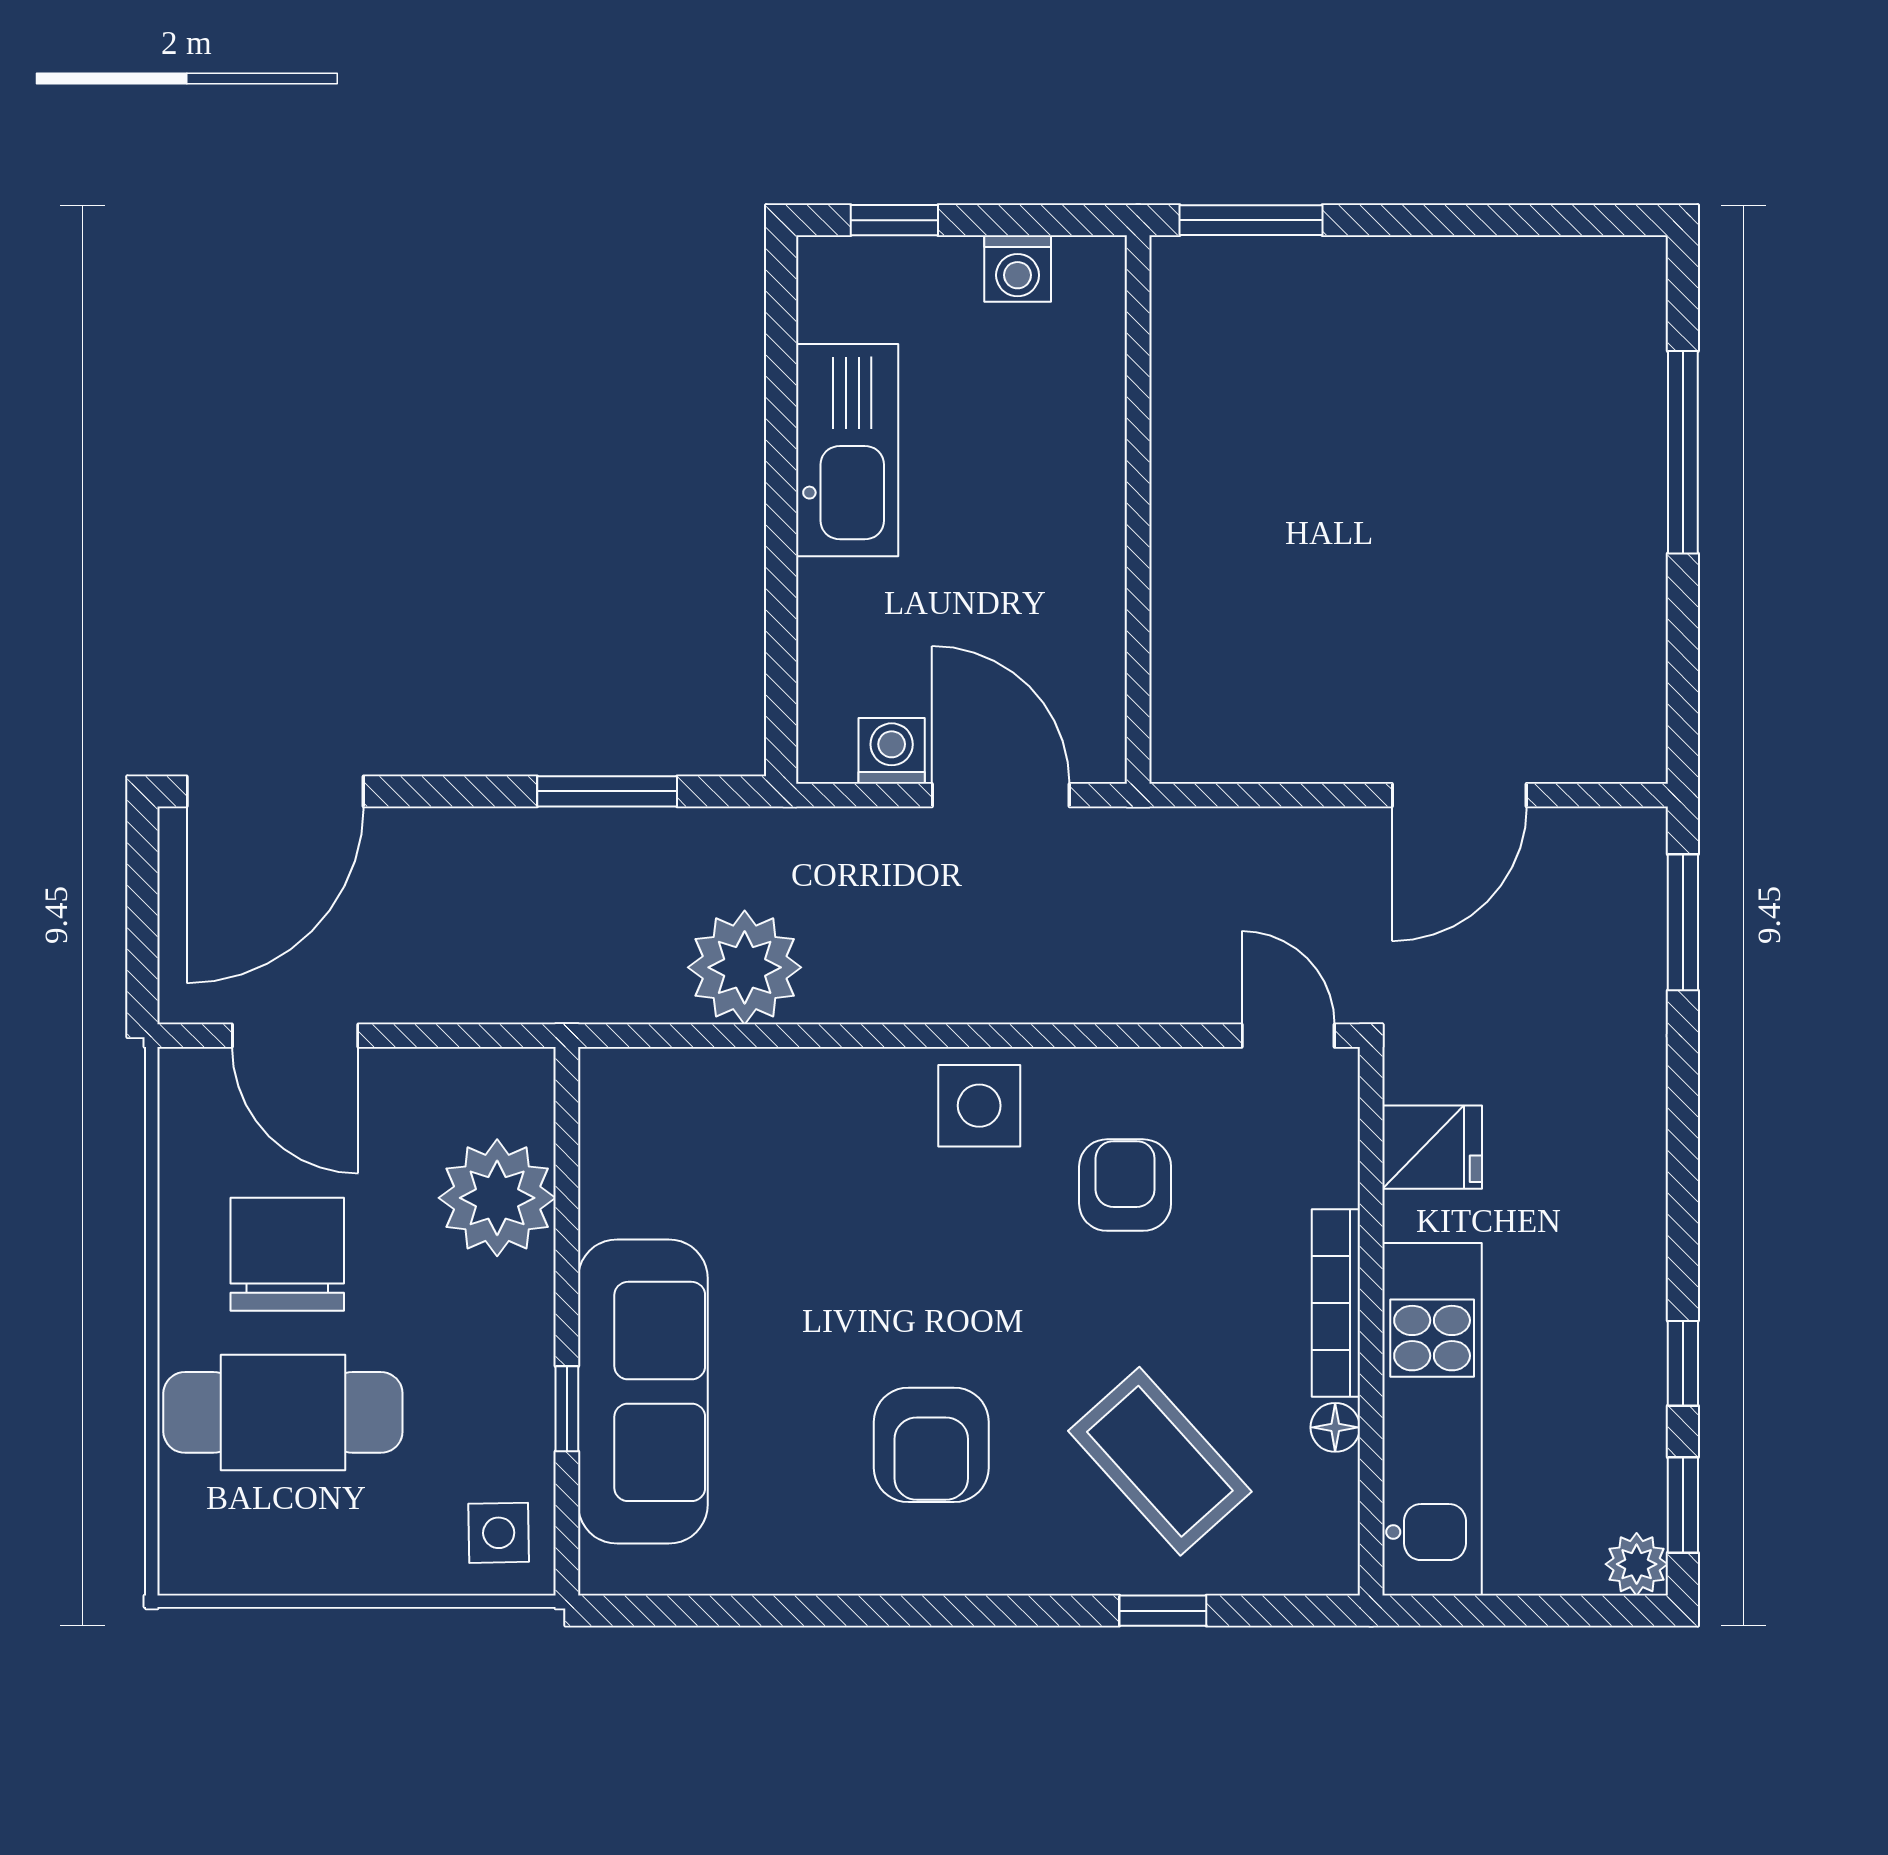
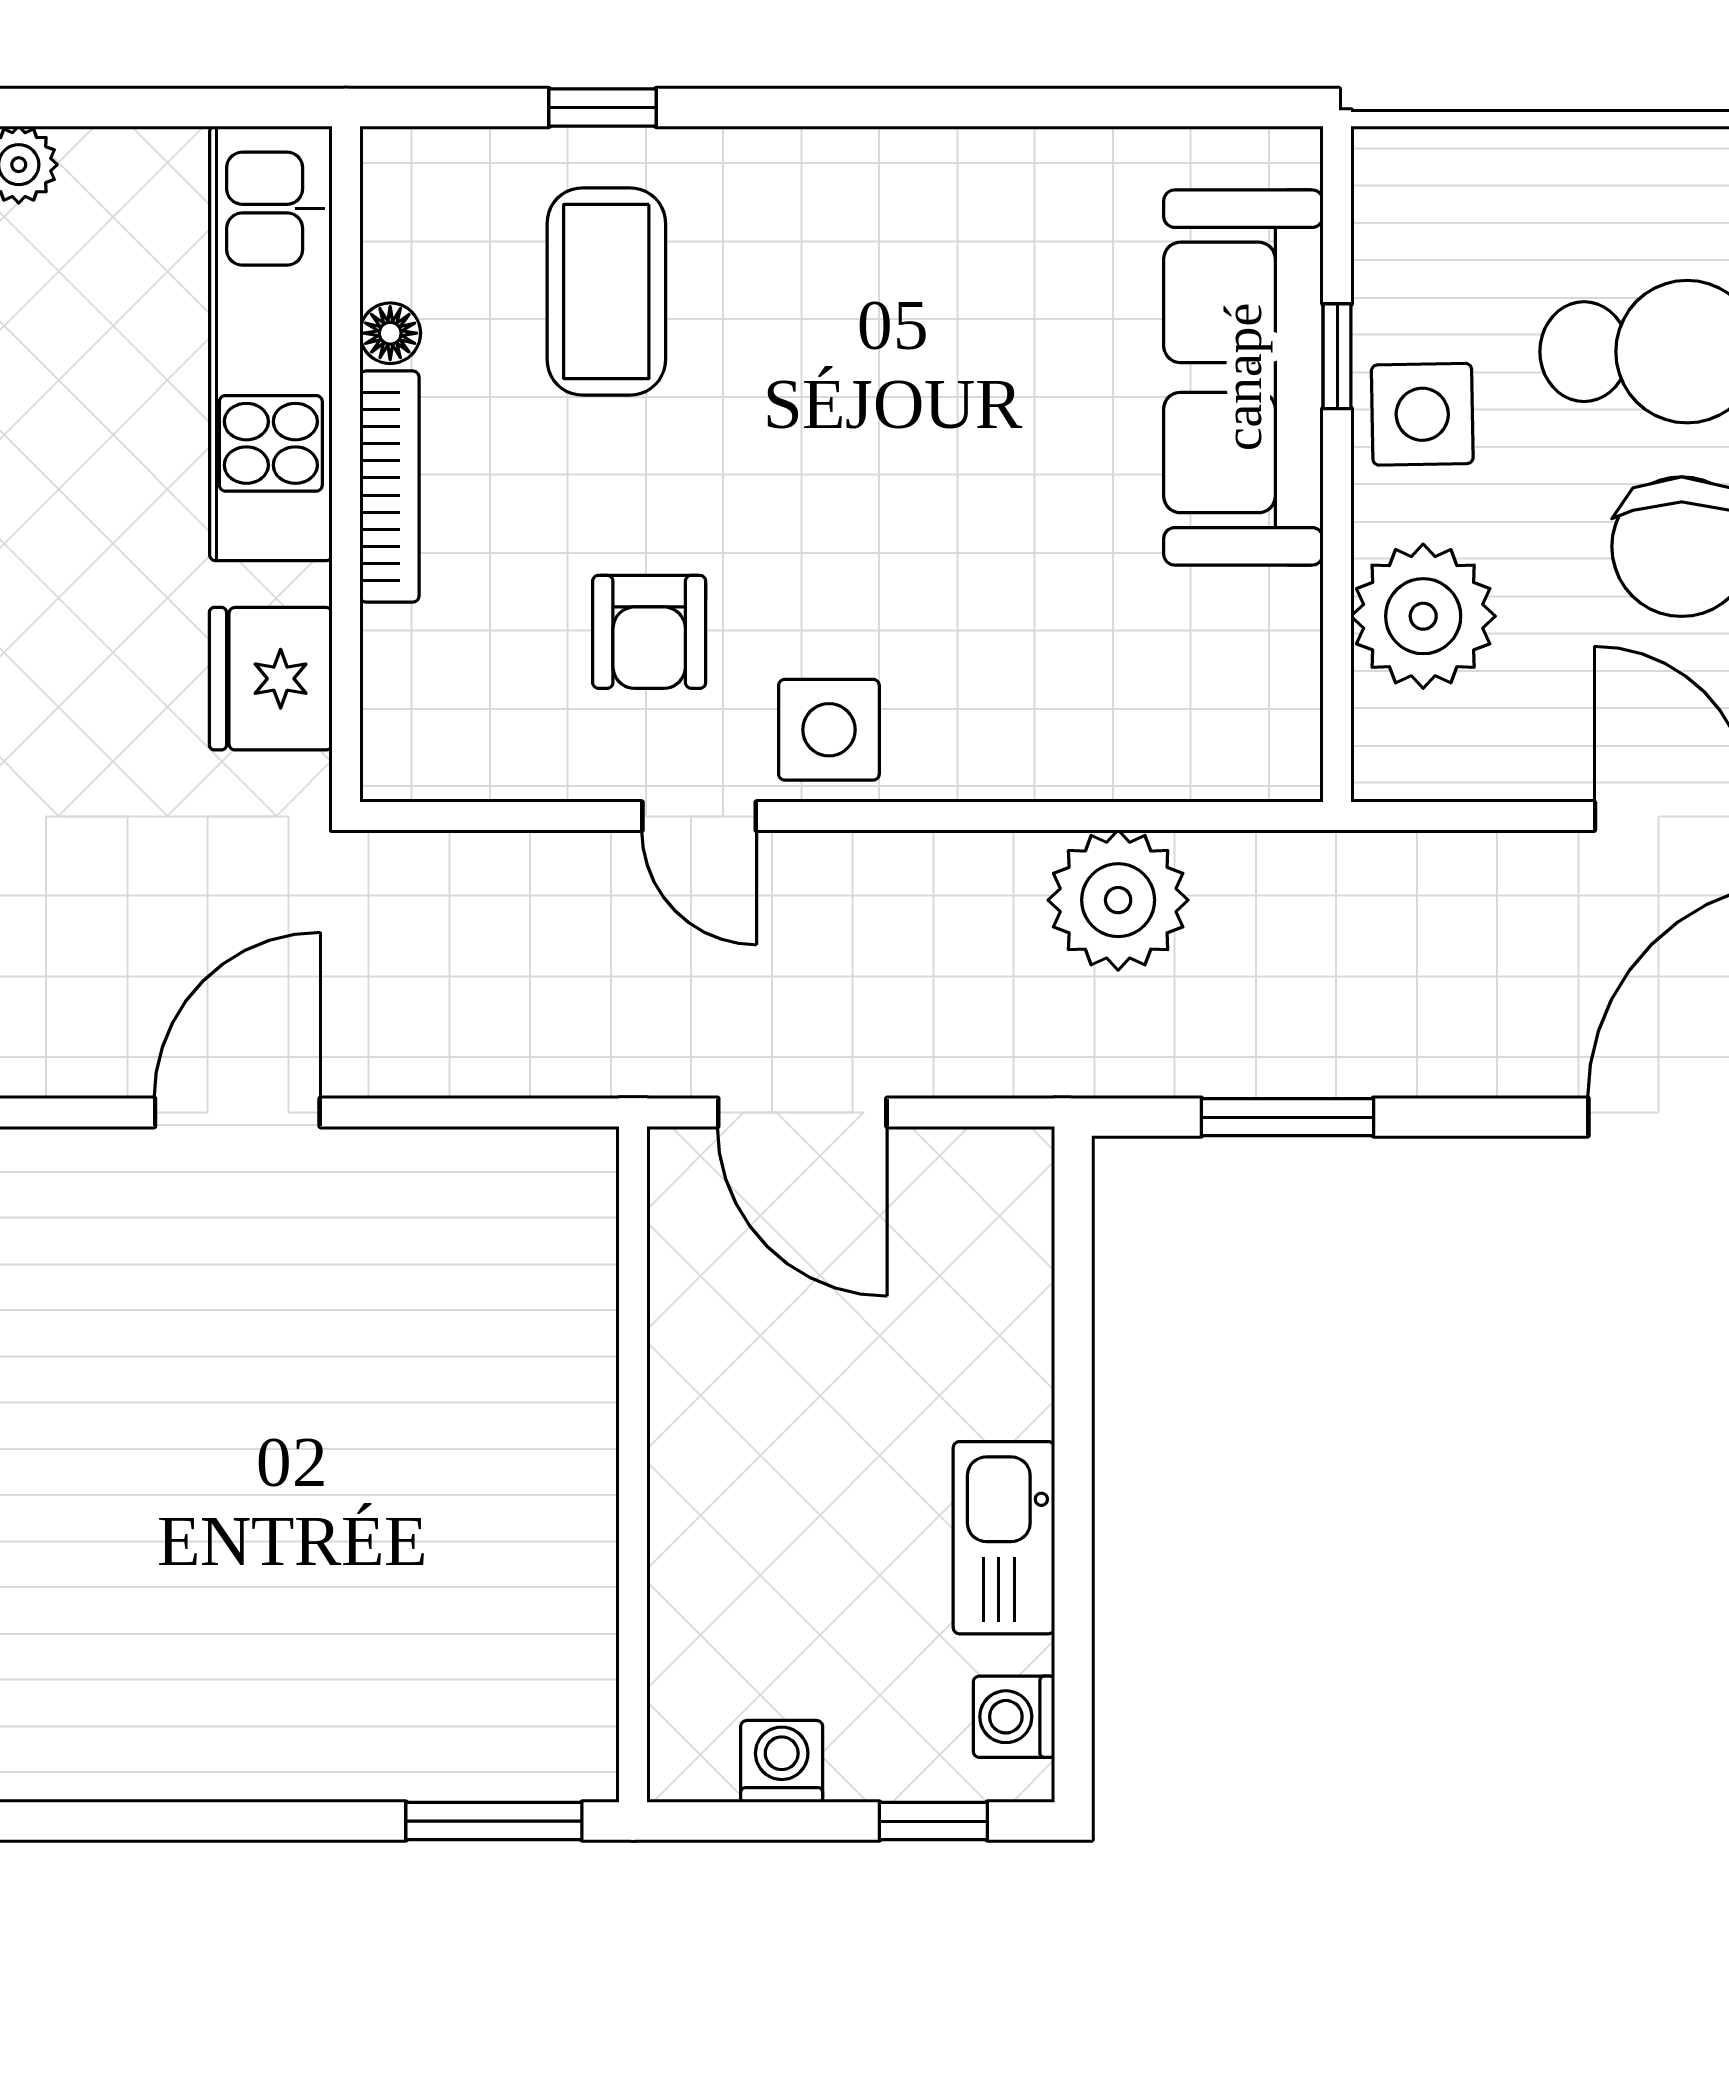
kitchen sink: (847, 450) -> (1004, 1538), width x0.73, depth x0.81
washing machine: (892, 751) -> (1014, 1717), moved, turned 90
door: (1288, 1036) -> (699, 816), moved
fridge: (1432, 1147) -> (271, 679), width x1.38
armchair: (931, 1445) -> (888, 312), removed
coffee table: (1160, 1461) -> (606, 291), turned 42
side table: (499, 1533) -> (1422, 414), moved, width x1.37, depth x1.37

